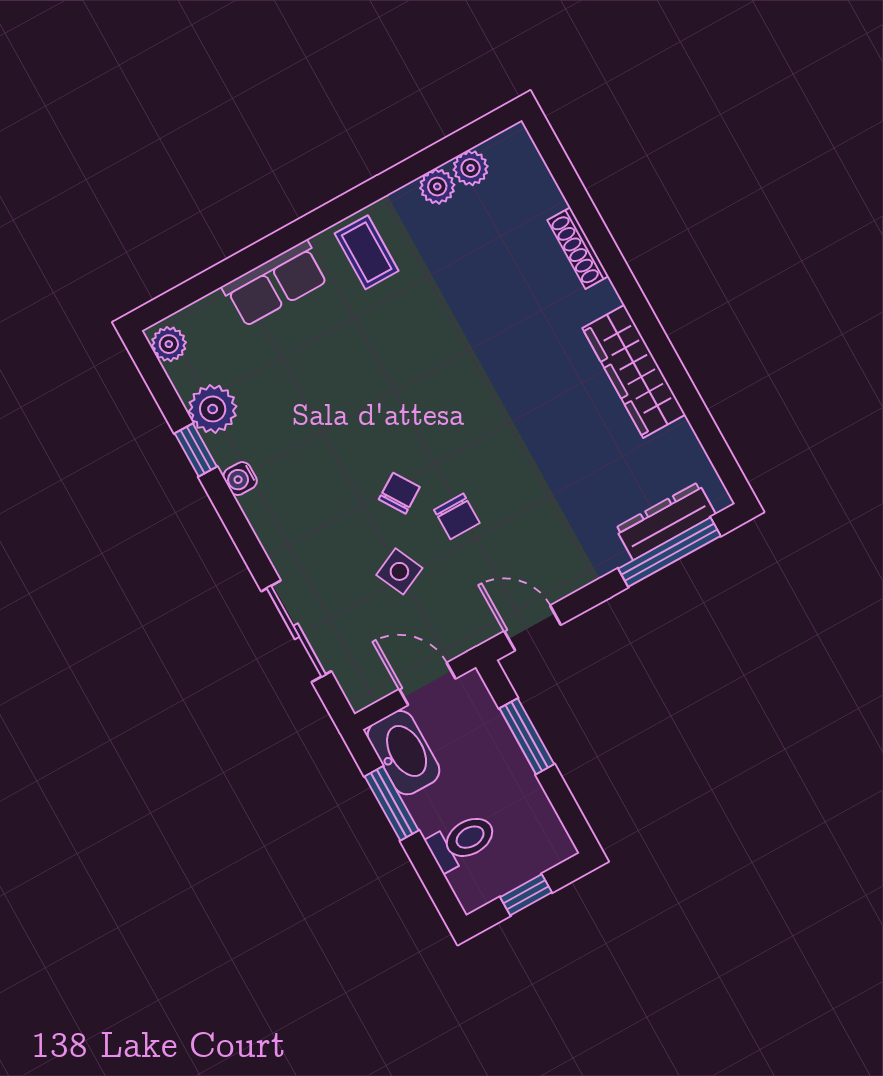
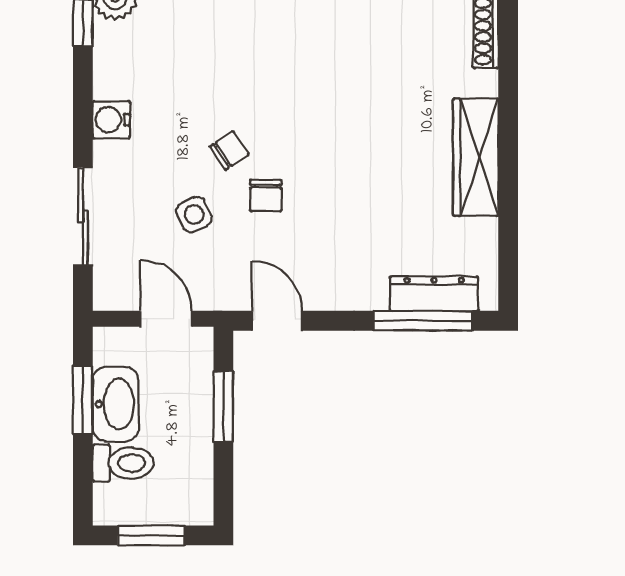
water cooler: (240, 479) -> (111, 120), moved, width x1.38, depth x1.38
washbasin: (404, 753) -> (115, 404), moved
window: (526, 895) -> (151, 535), width x1.50

